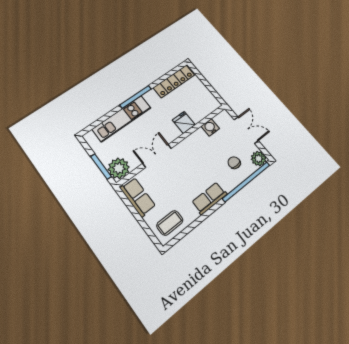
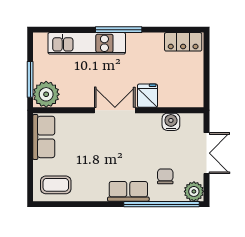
locker: (174, 81) -> (183, 42), width x0.66
double door: (157, 156) -> (115, 110), moved
row of seats: (209, 198) -> (128, 191), moved

